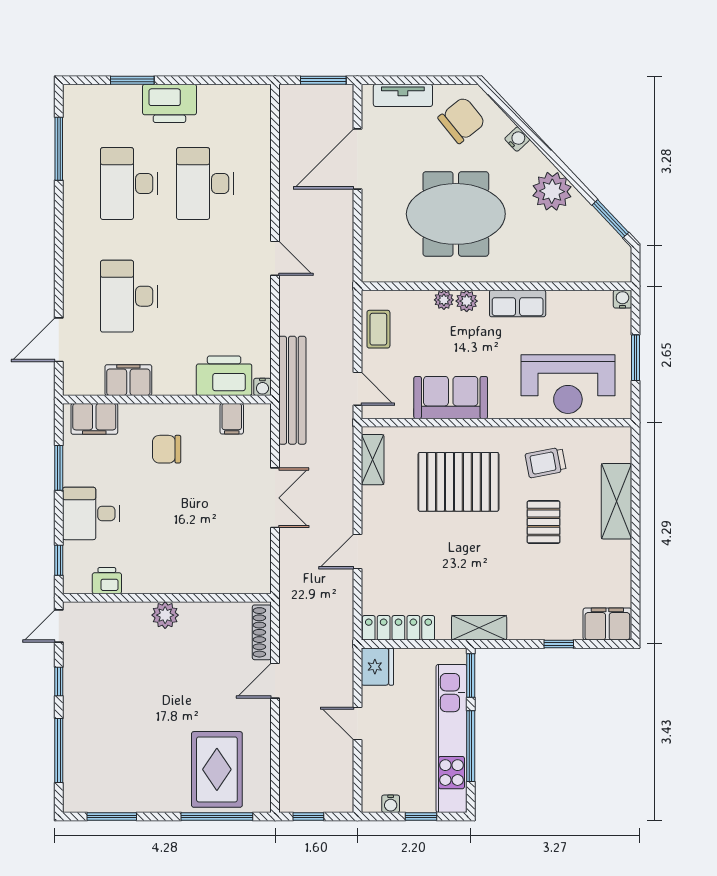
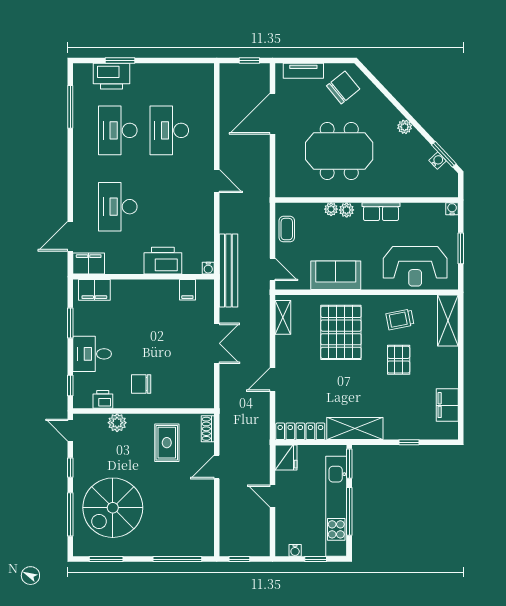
window: (323, 80) -> (249, 60), width x0.67
printer: (169, 103) -> (112, 76), moved
water cooler: (517, 139) -> (438, 161), moved
plant: (552, 191) -> (405, 127), width x0.53, depth x0.53
printer: (224, 376) -> (163, 261), moved
filing cabinet: (128, 380) -> (89, 264), moved
chair: (167, 449) -> (141, 384), moved
pallet: (458, 482) -> (341, 332), turned 90
shelving: (616, 501) -> (448, 321), moved
plant: (165, 615) -> (117, 423), moved
filing cabinet: (607, 624) -> (447, 405), moved, turned -90
door: (59, 626) -> (70, 430), hinge flipped
shelving: (479, 628) -> (355, 428), width x1.50, depth x1.33
shoe rack: (262, 632) -> (208, 429), width x0.70
spiral stairs: (122, 741) -> (113, 508), added
rug: (217, 769) -> (167, 443), moved, width x0.73, depth x0.70

